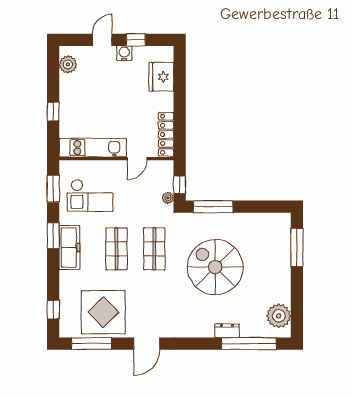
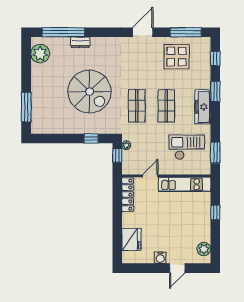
window: (136, 40) -> (151, 268), removed
window: (213, 207) -> (91, 138), width x0.46
window: (53, 236) -> (215, 91), moved
display table: (103, 312) -> (176, 57), width x0.73, depth x0.73

